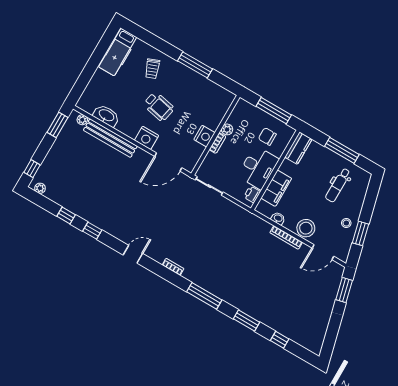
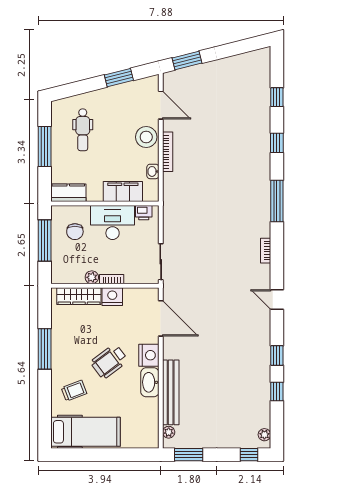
hospital bed: (118, 52) -> (86, 432), width x1.37, depth x1.29
wheelchair: (159, 106) -> (109, 361), turned -139
wardrobe: (219, 112) -> (79, 296), added
washbasin: (106, 116) -> (150, 382), moved
dental chair: (338, 185) -> (83, 130), turned 90
stool: (346, 223) -> (117, 98), removed
window: (246, 320) -> (277, 143), width x0.67

